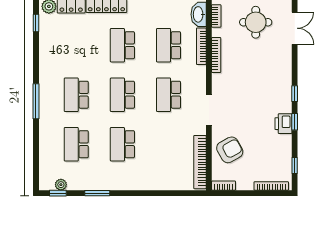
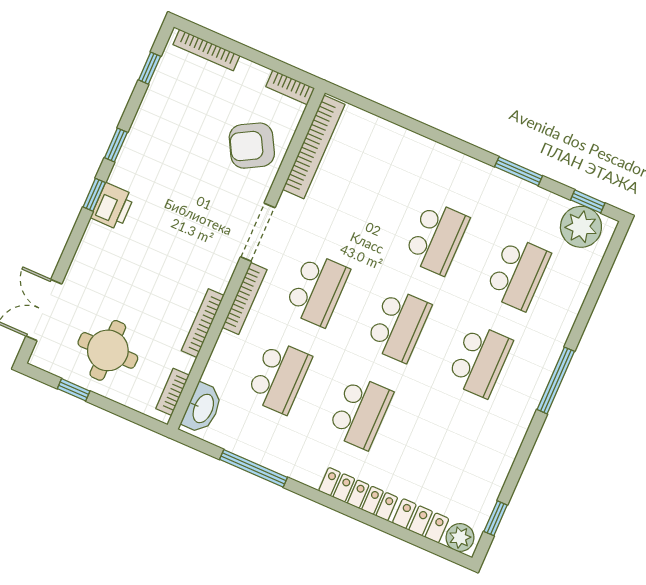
bookcase: (201, 46) -> (245, 298), moved
printer: (283, 124) -> (113, 206), moved
plant: (61, 185) -> (581, 227), width x1.87, depth x1.87

